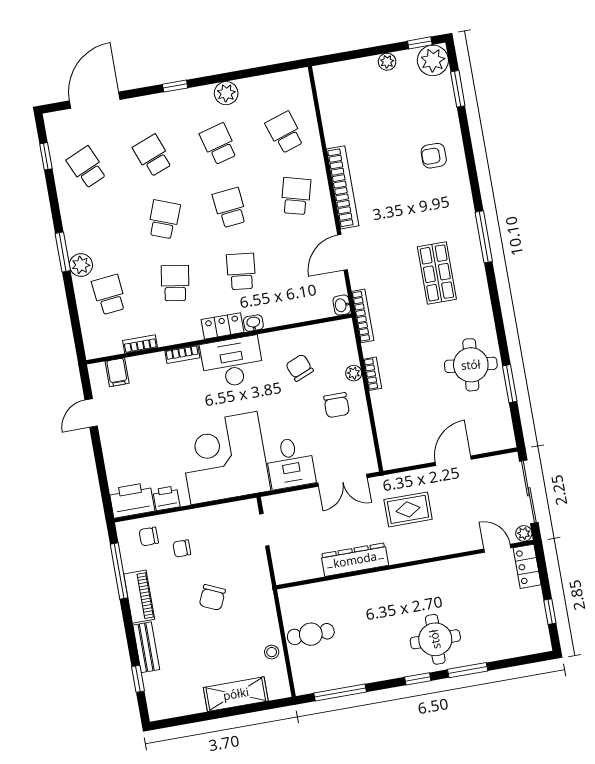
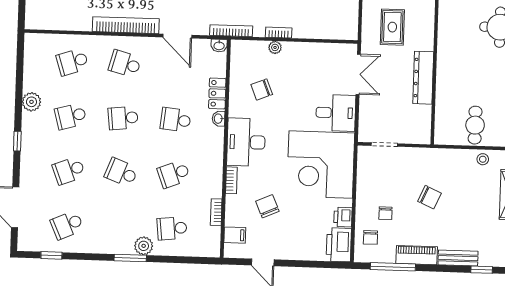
school desk: (175, 283) -> (174, 174), turned -30
locker: (222, 326) -> (217, 93), moved
chair: (337, 405) -> (267, 206), moved, turned -114

